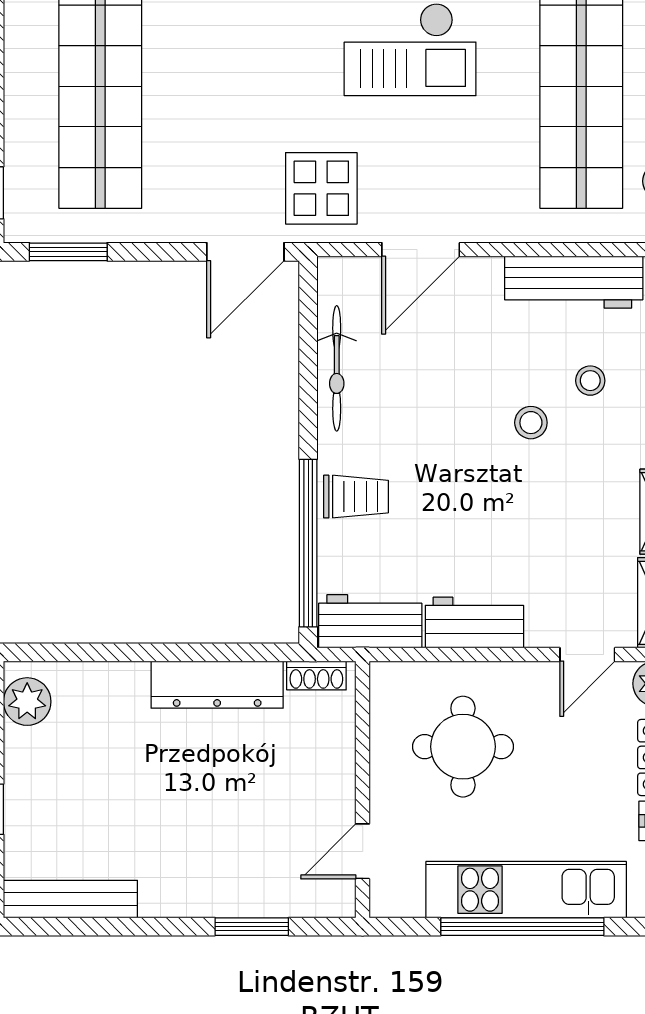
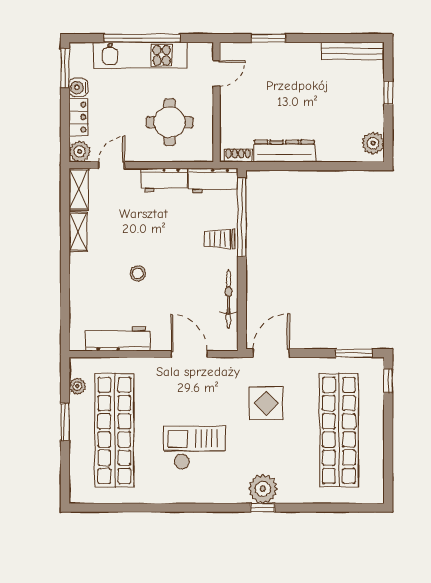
display table: (321, 188) -> (266, 403), moved
door: (421, 250) -> (189, 354), hinge flipped
stool: (590, 381) -> (110, 293), removed

